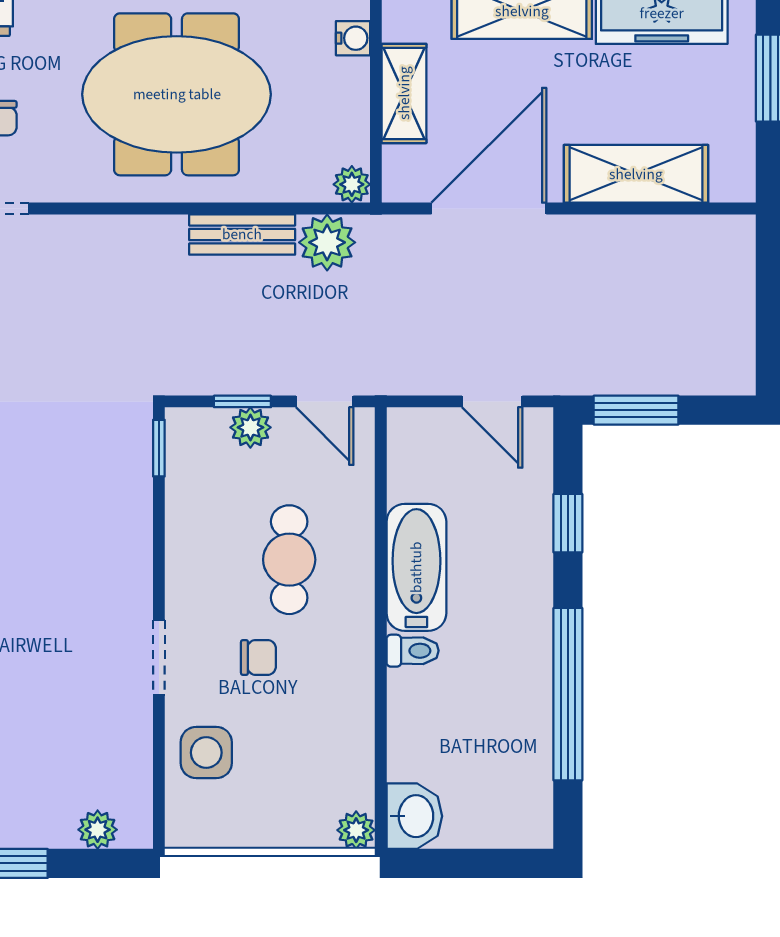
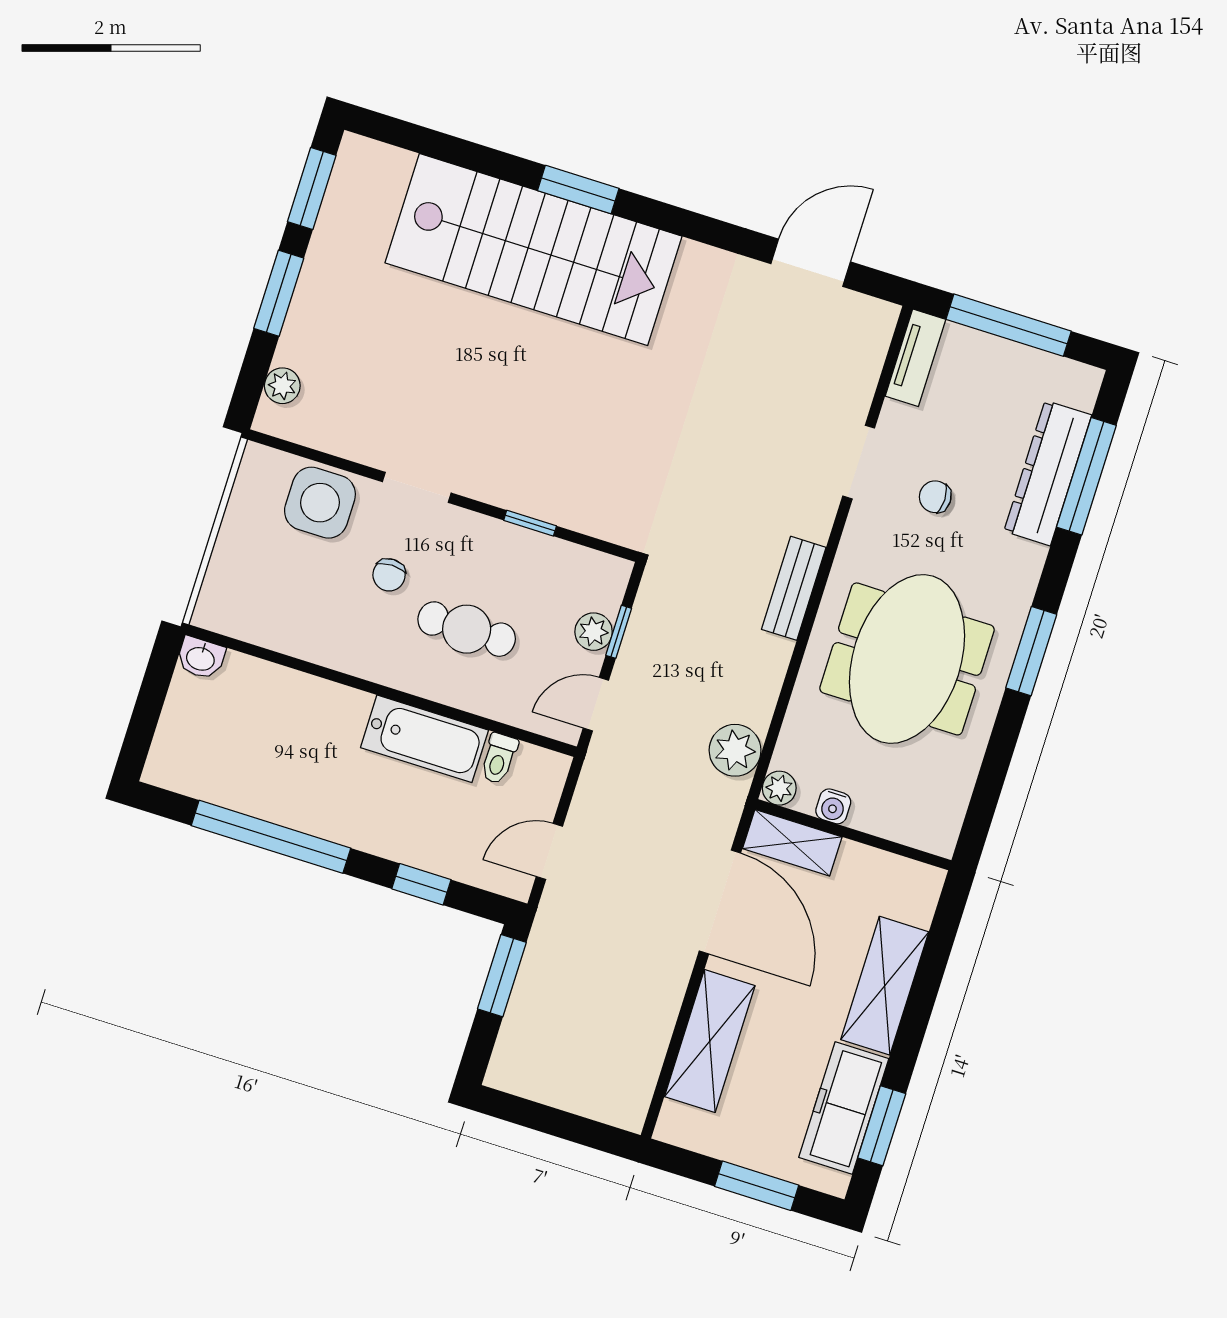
water cooler: (353, 38) -> (833, 806), moved
shelving: (404, 93) -> (792, 843), moved
bench: (242, 234) -> (794, 588), moved
window: (159, 448) -> (530, 523), moved
toilet: (413, 651) -> (499, 759), moved
side table: (206, 753) -> (320, 503), width x1.37, depth x1.37
washbasin: (414, 816) -> (201, 658), width x0.72, depth x0.69
plant: (356, 830) -> (210, 613), removed

